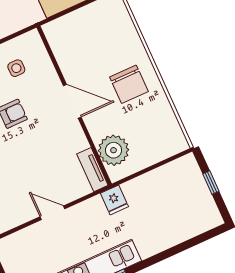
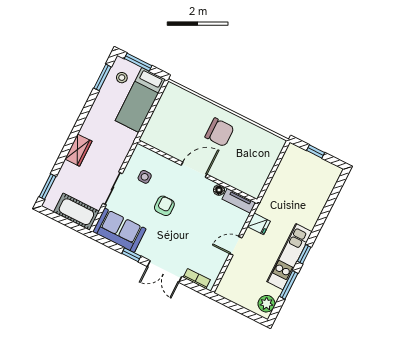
floor lamp: (81, 142) -> (219, 190), added
plant: (114, 150) -> (242, 179), removed
fridge: (114, 200) -> (259, 224), moved

